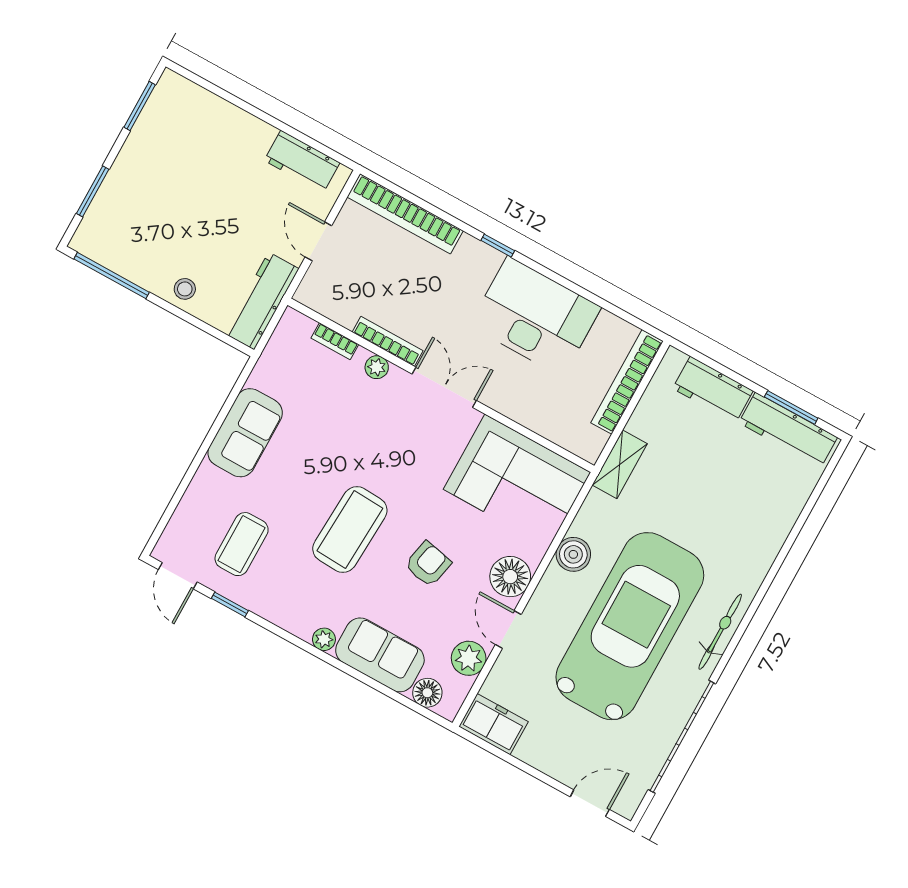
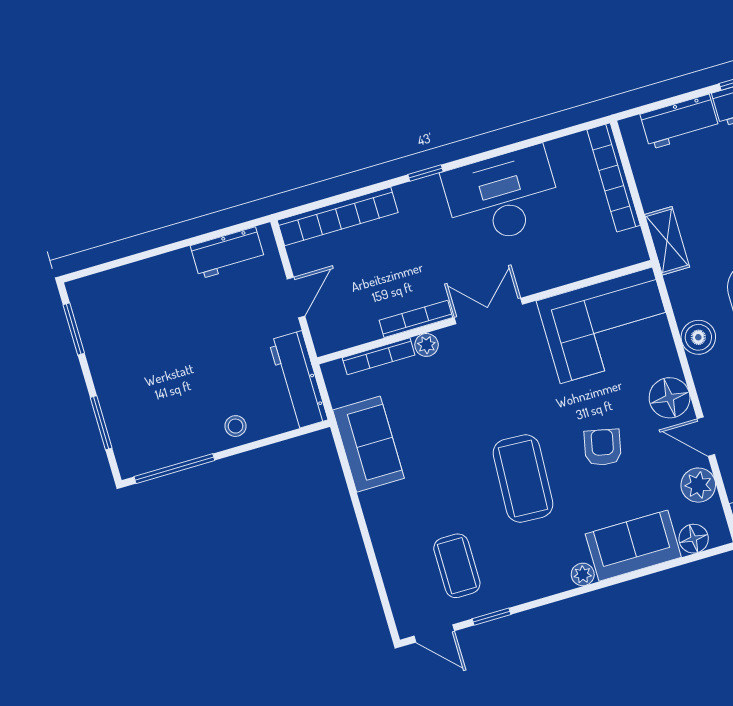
door: (318, 241) -> (296, 298), swing flipped
bookcase: (335, 341) -> (379, 356), width x1.56
sofa: (245, 433) -> (368, 444), moved

